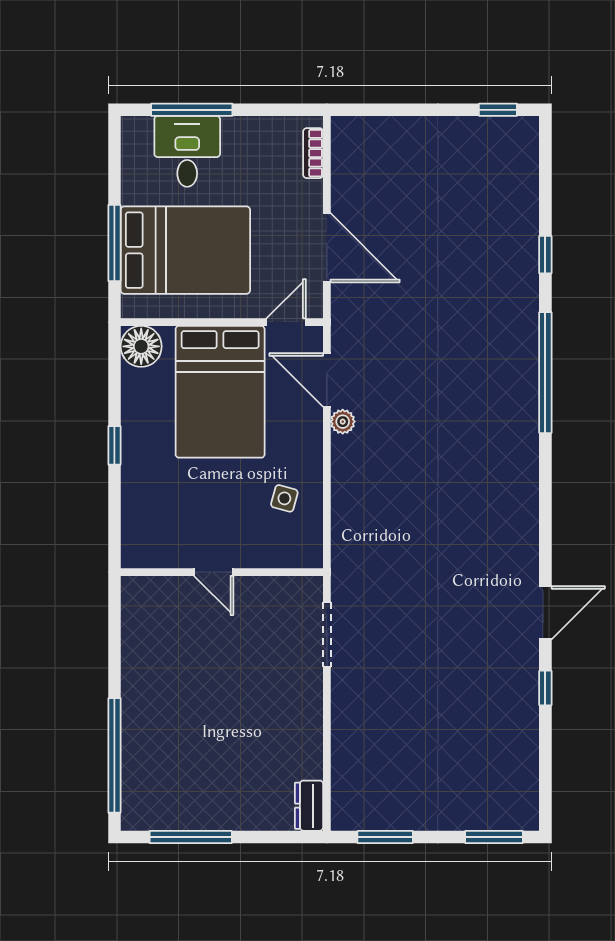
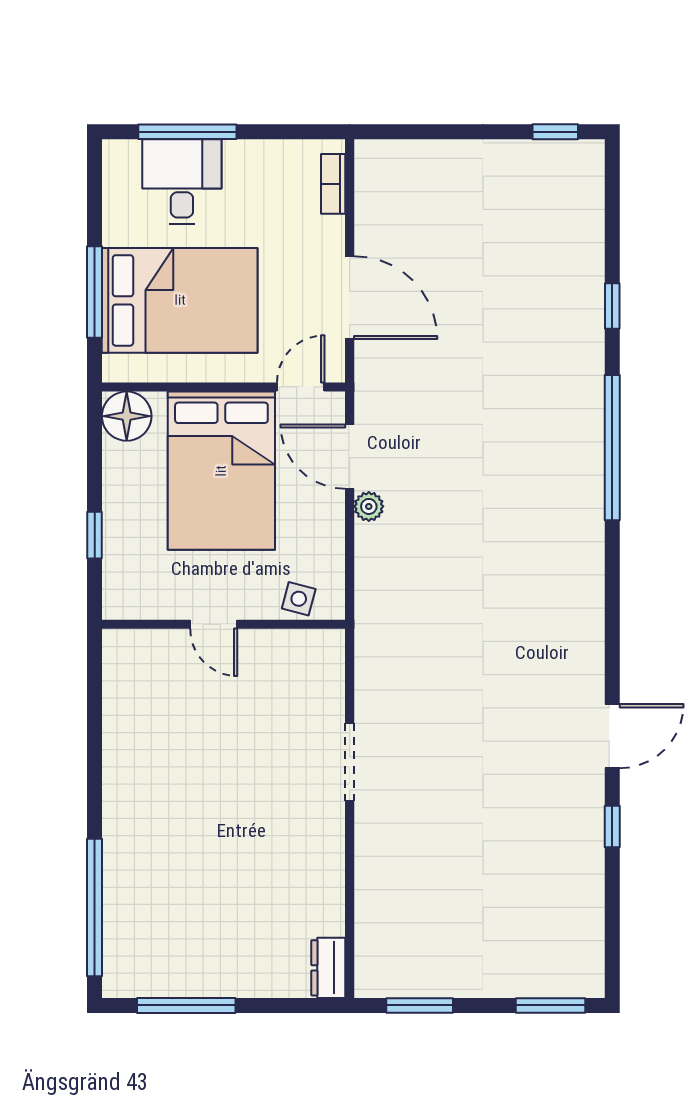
door: (214, 572) -> (214, 624), moved
wall: (222, 572) -> (224, 624), moved

